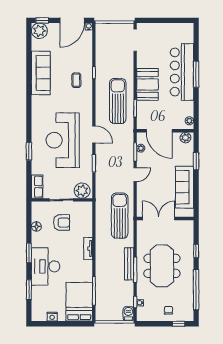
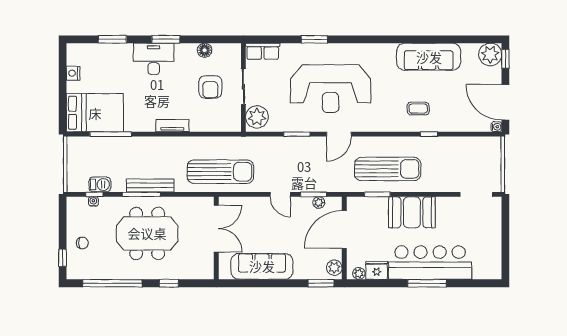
fridge: (187, 109) -> (377, 270), added
reception desk: (63, 140) -> (331, 89), turned 180
window: (196, 161) -> (321, 283), moved
desk: (46, 266) -> (154, 59), width x0.73, depth x0.77
barbecue: (128, 314) -> (100, 185), moved

